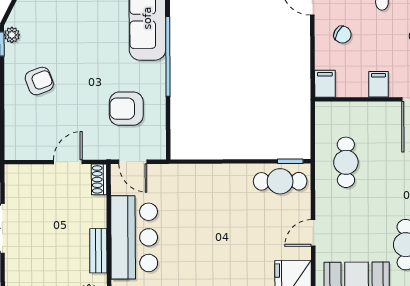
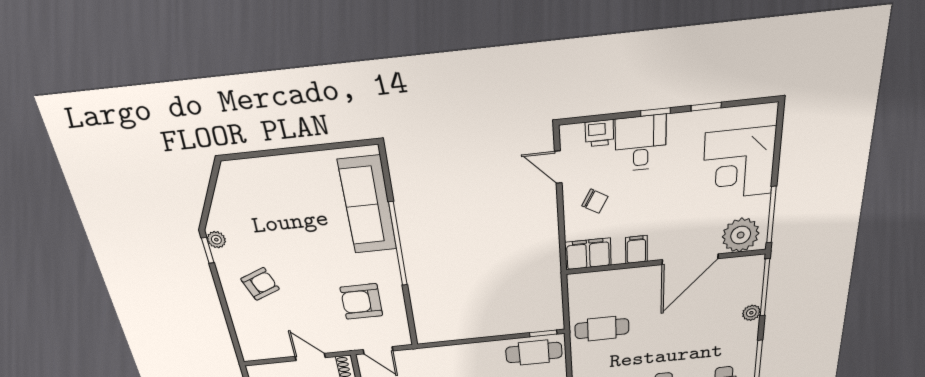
filing cabinet: (325, 84) -> (588, 254), width x2.00
door: (68, 162) -> (310, 357), hinge flipped
cafe table: (346, 162) -> (602, 329), turned 90

